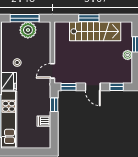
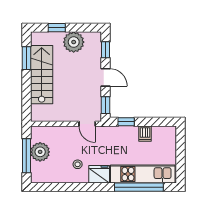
window: (89, 18) -> (26, 58), moved
plant: (128, 55) -> (74, 42), width x1.88, depth x1.88
door: (93, 87) -> (106, 77), hinge flipped

